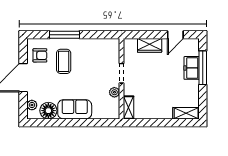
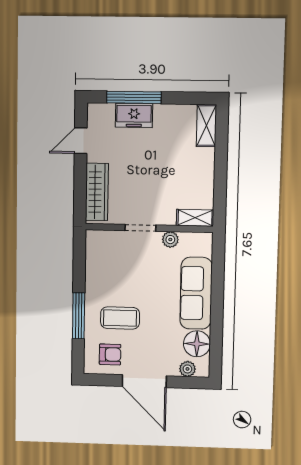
door: (175, 35) -> (81, 141), swing flipped
wardrobe: (150, 45) -> (97, 192), width x1.50
armchair: (40, 55) -> (110, 354), turned 90
sofa: (75, 109) -> (196, 293), width x1.36

